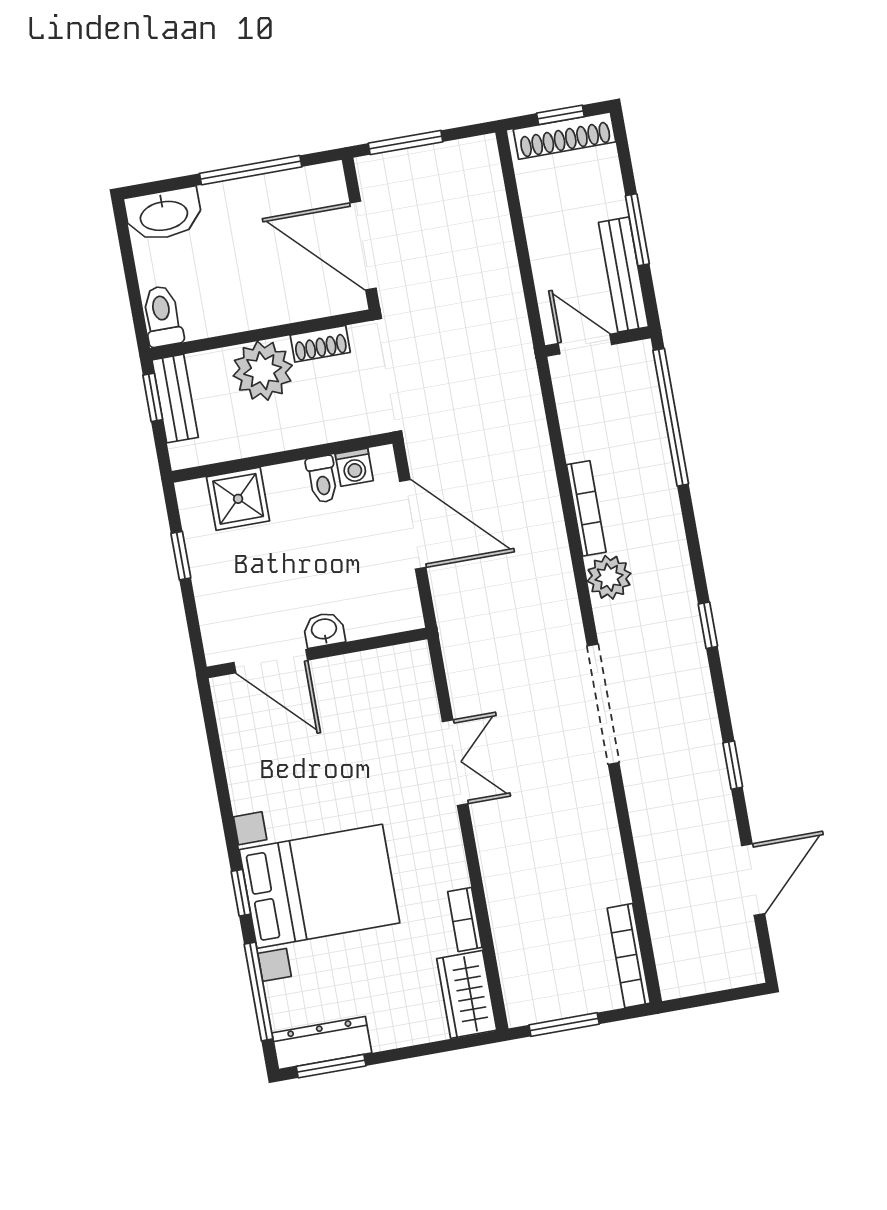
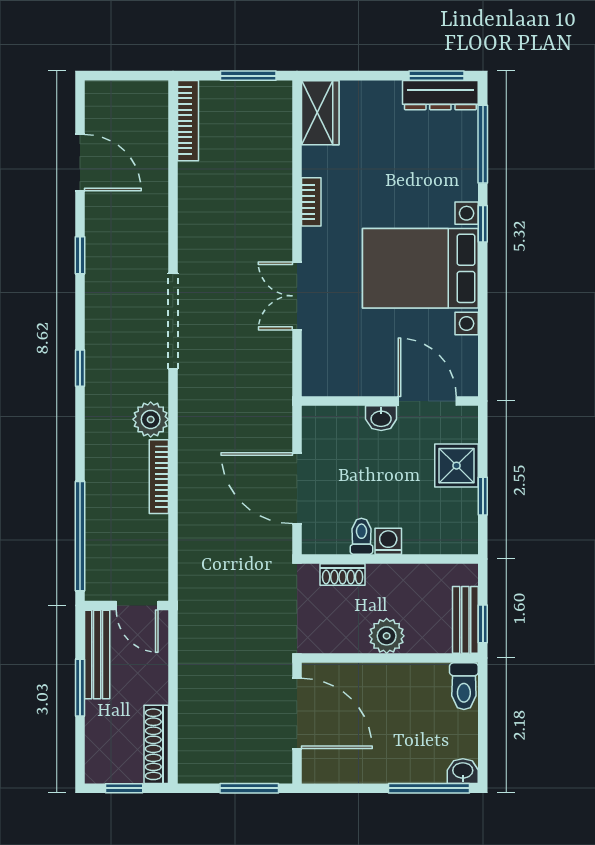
shoe rack: (564, 136) -> (156, 744), moved, turned -90
window: (251, 170) -> (429, 788), moved
washbasin: (164, 215) -> (463, 771), width x0.52, depth x0.69
shoe rack: (320, 344) -> (343, 574), moved, turned 180
plant: (263, 371) -> (387, 636), width x0.73, depth x0.73
washing machine: (354, 467) -> (388, 541), moved
shower: (238, 499) -> (456, 466), moved
door: (753, 880) -> (80, 163), swing flipped
bed with nightstands: (320, 886) -> (420, 268), moved
bookcase: (465, 920) -> (311, 202), moved

